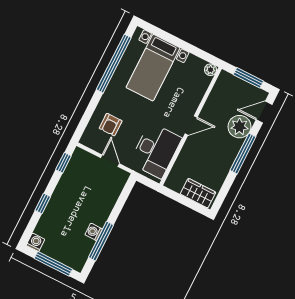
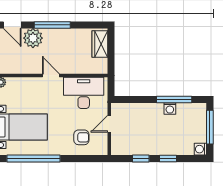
window: (63, 163) -> (141, 159), moved

